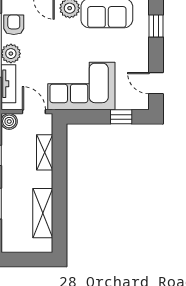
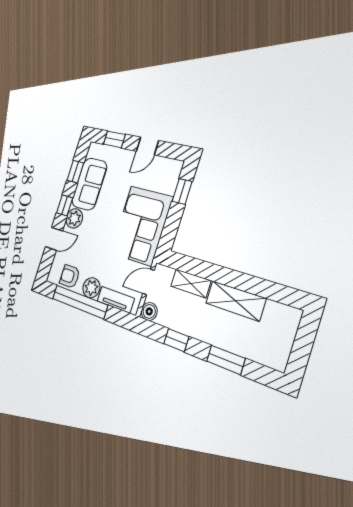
door: (156, 83) -> (147, 146), moved
shelving: (43, 213) -> (235, 301), moved

